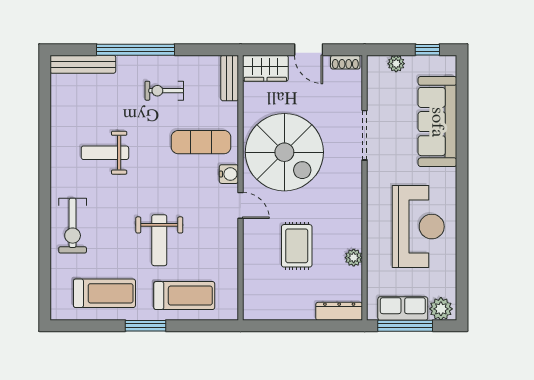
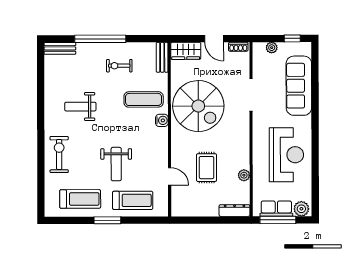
bench: (83, 64) -> (60, 48), width x0.73
door: (240, 205) -> (170, 176), moved
exercise bike: (73, 226) -> (59, 154), turned 180

